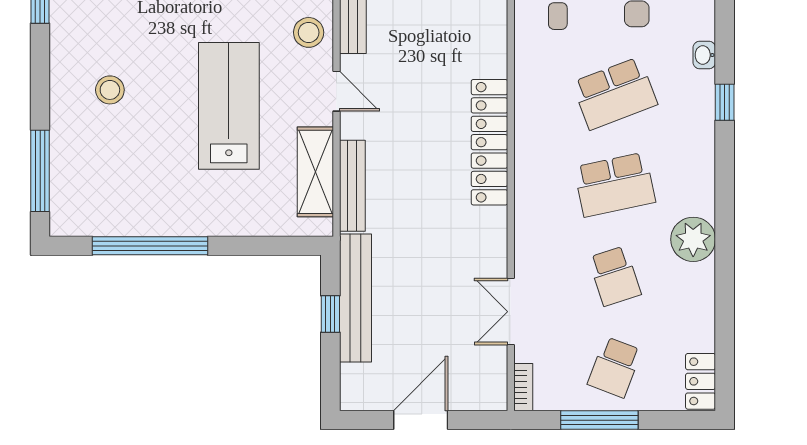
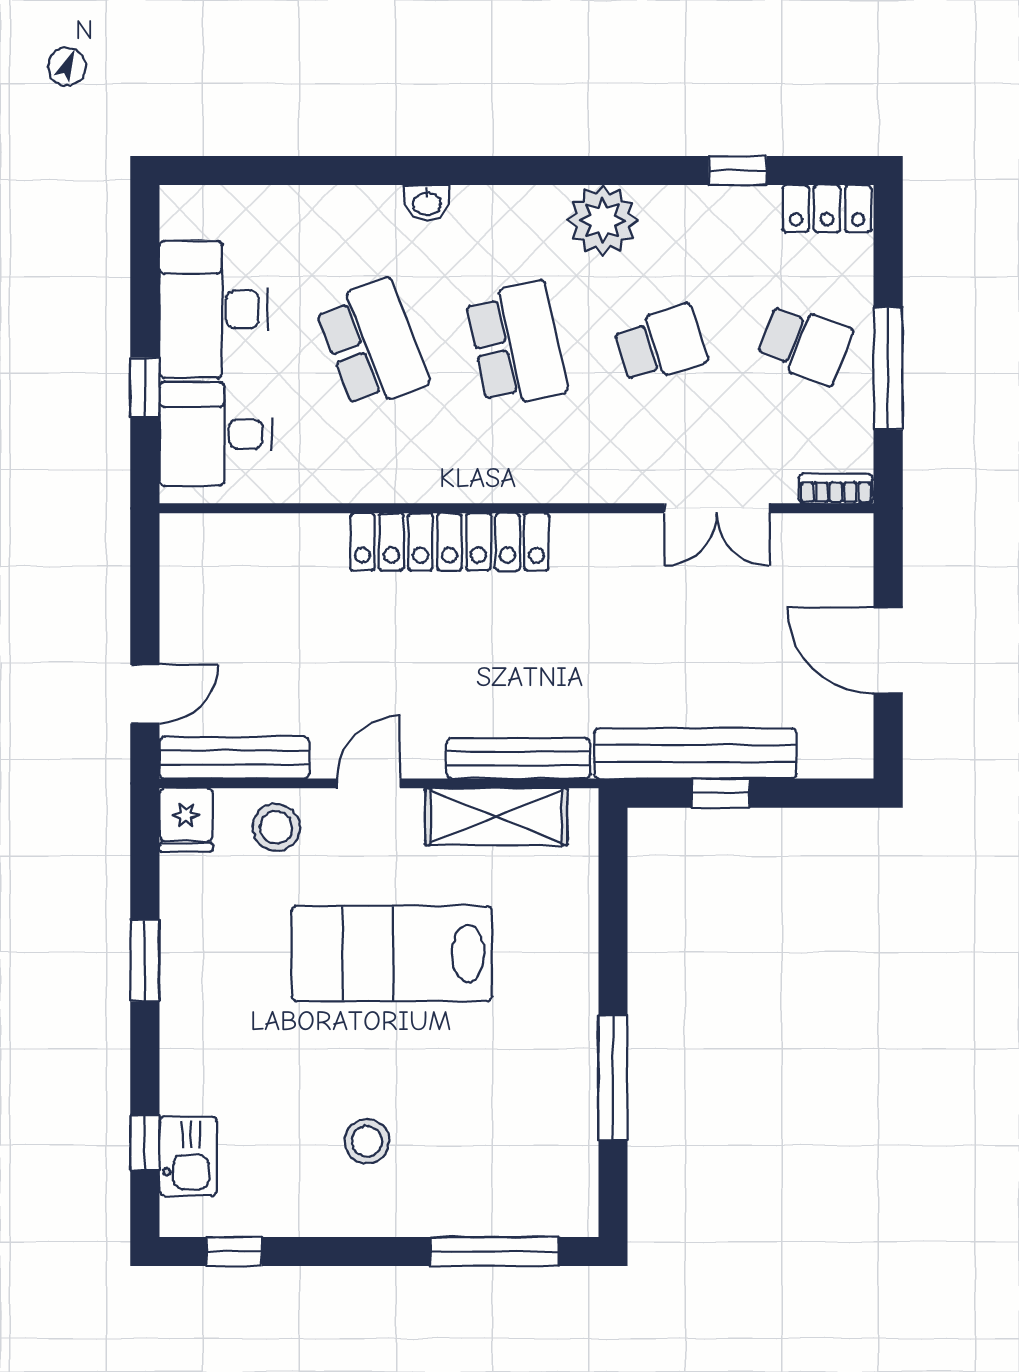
washbasin: (704, 55) -> (427, 203), moved
window: (725, 102) -> (738, 170), moved
window: (150, 246) -> (613, 1078), width x0.68

